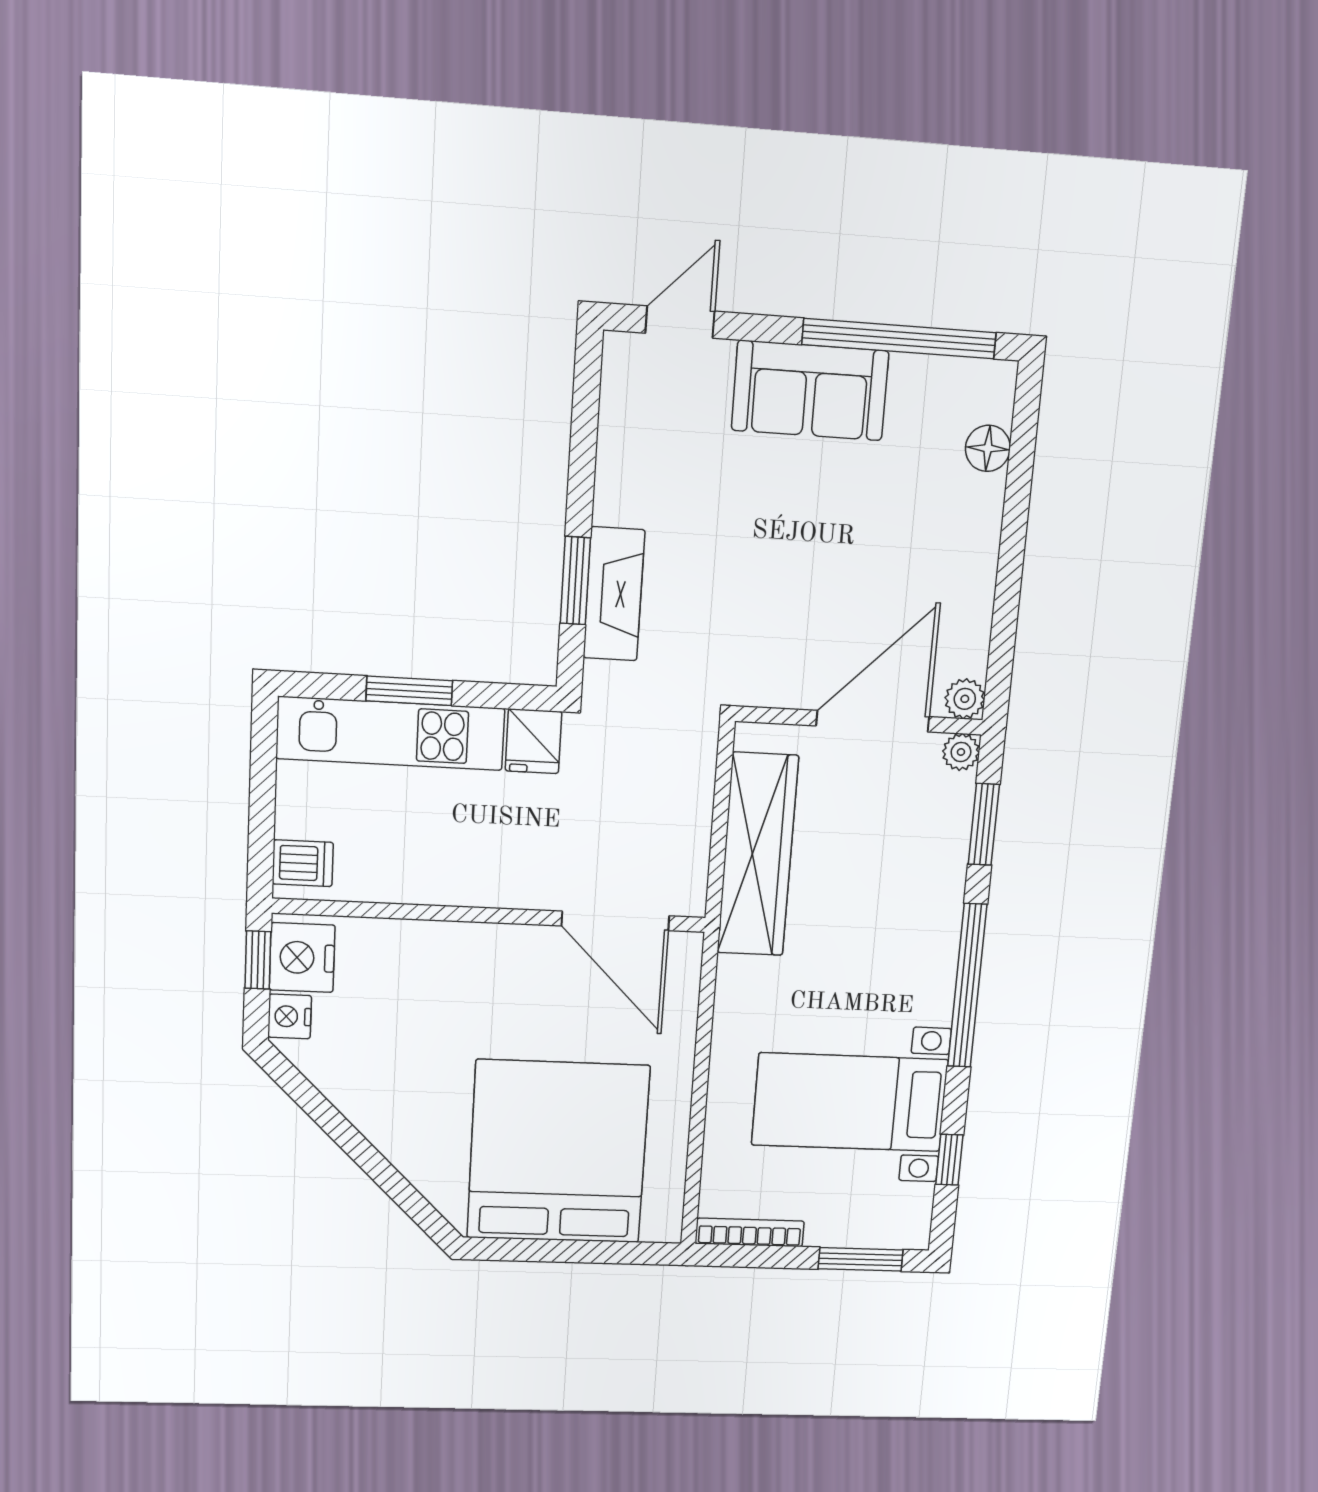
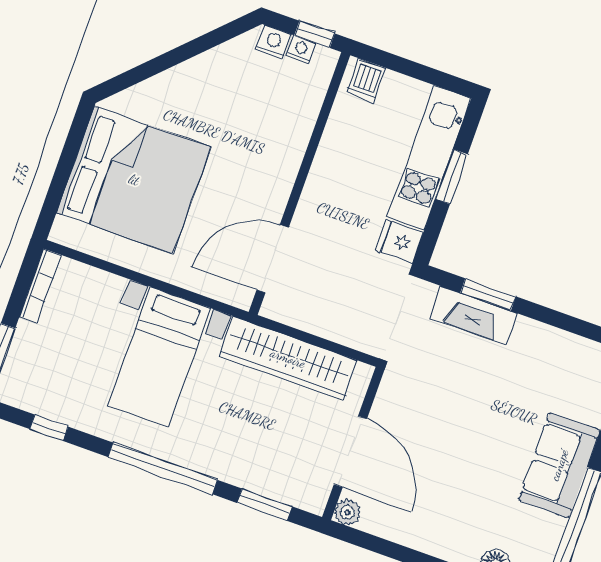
plant: (961, 752) -> (315, 502), removed
nightstand: (302, 958) -> (301, 50), width x0.53, depth x0.56
bed with nightstands: (850, 1102) -> (159, 357), moved, turned 180

